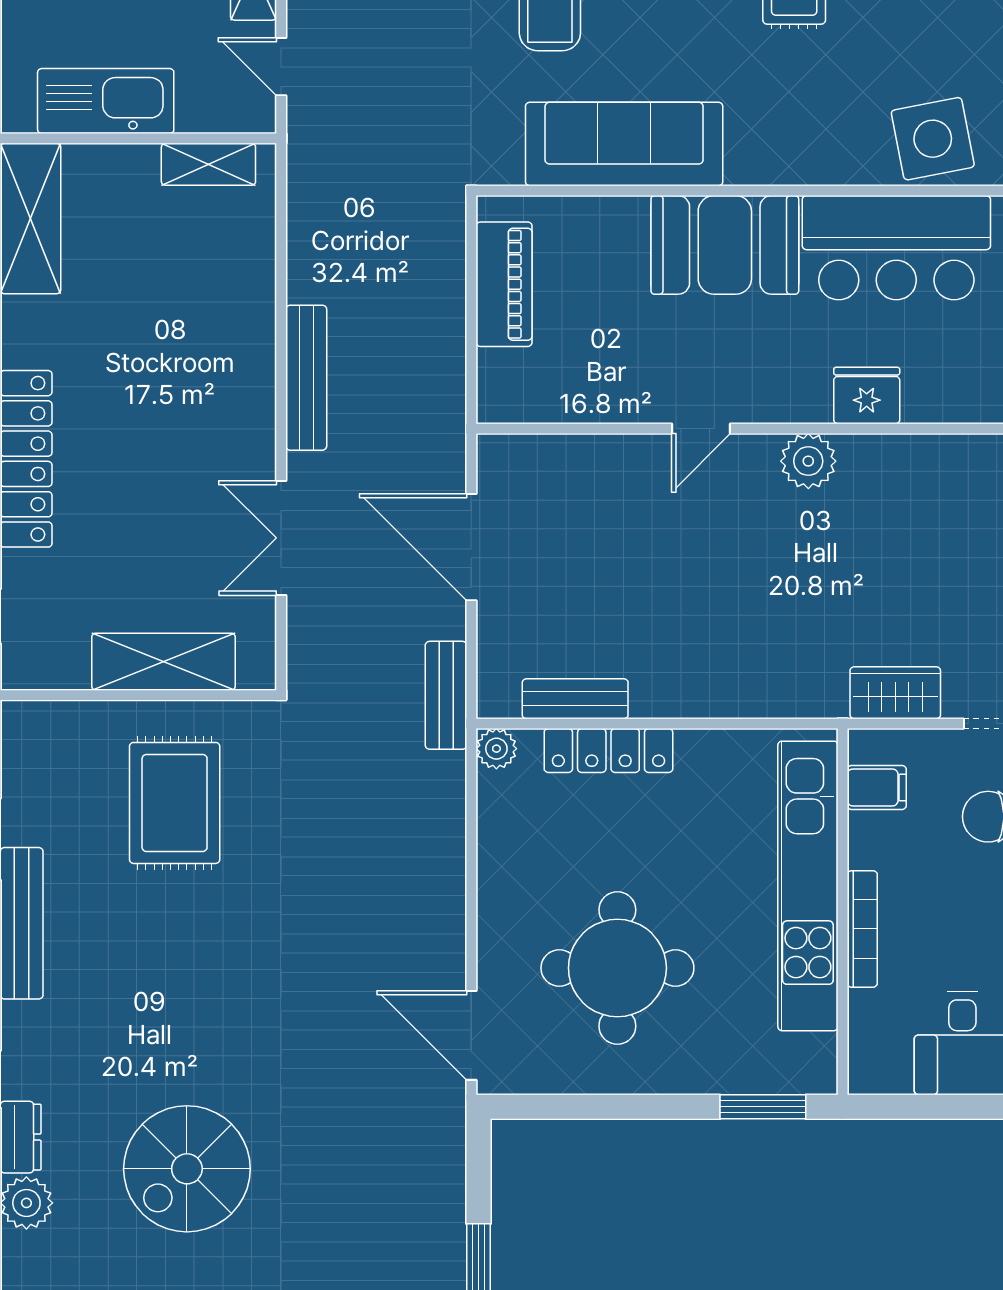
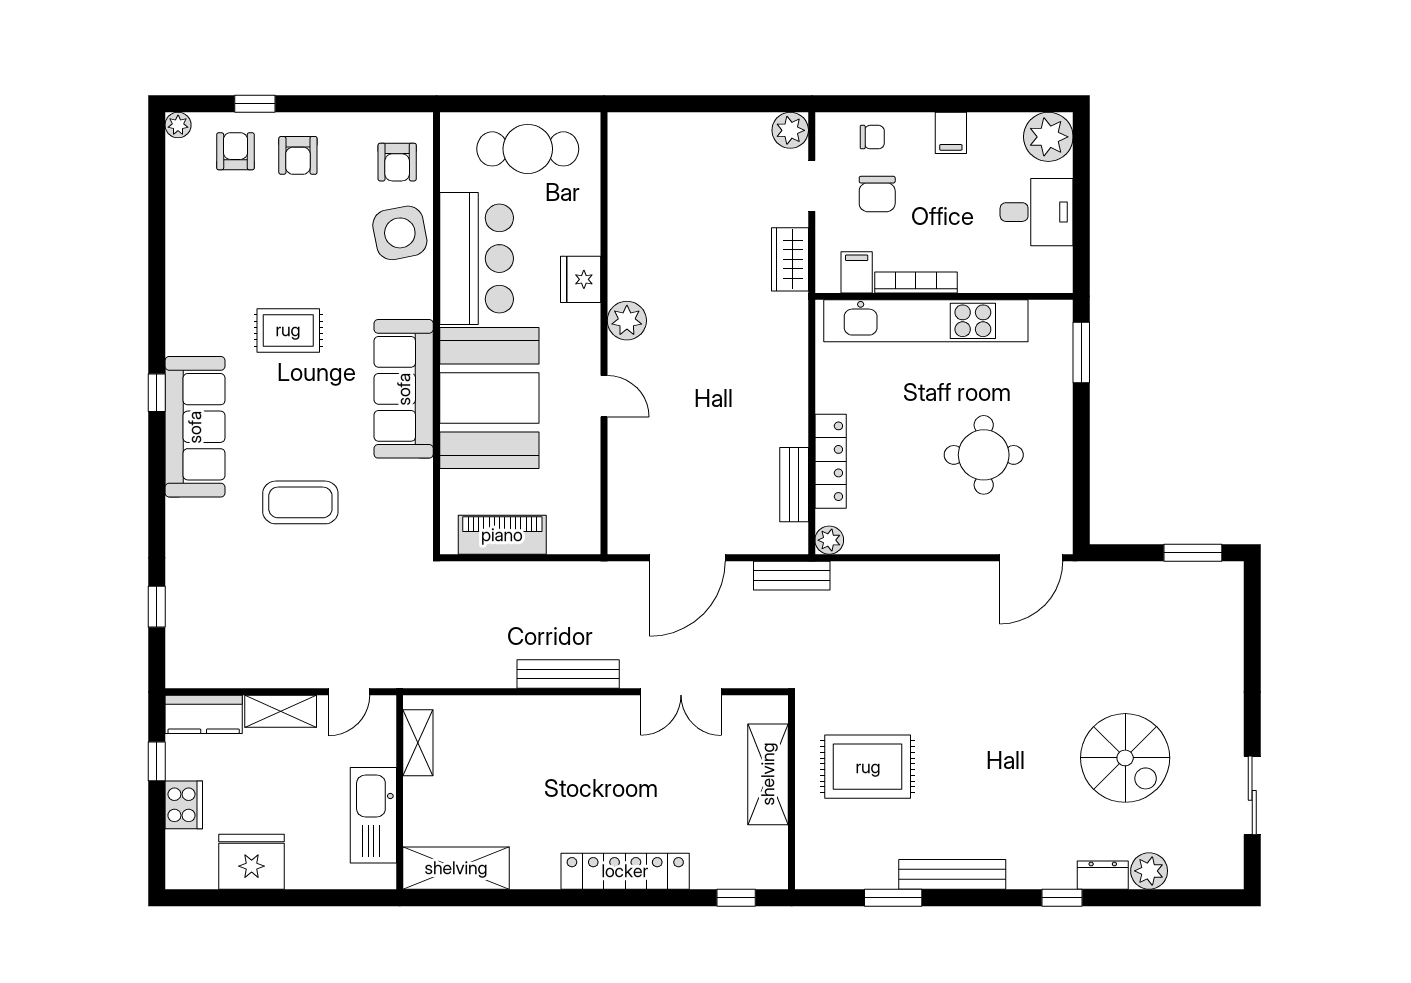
sofa: (624, 144) -> (404, 389), moved
booth: (725, 245) -> (489, 398), width x1.36, depth x1.42
bookcase: (862, 929) -> (916, 282), moved
round table: (617, 968) -> (984, 455), width x0.73, depth x0.73

